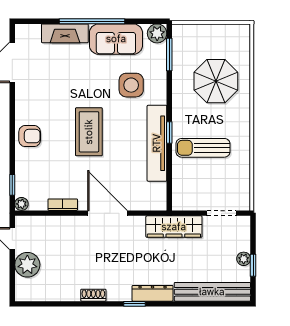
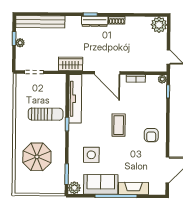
coffee table: (89, 132) -> (119, 125), width x0.73, depth x0.76
armchair: (30, 136) -> (151, 135), moved, turned -90
tv unit: (157, 143) -> (75, 99), moved
wardrobe: (174, 227) -> (71, 64), width x0.67
plant: (27, 265) -> (159, 25), moved
dresser: (153, 293) -> (95, 21), moved

